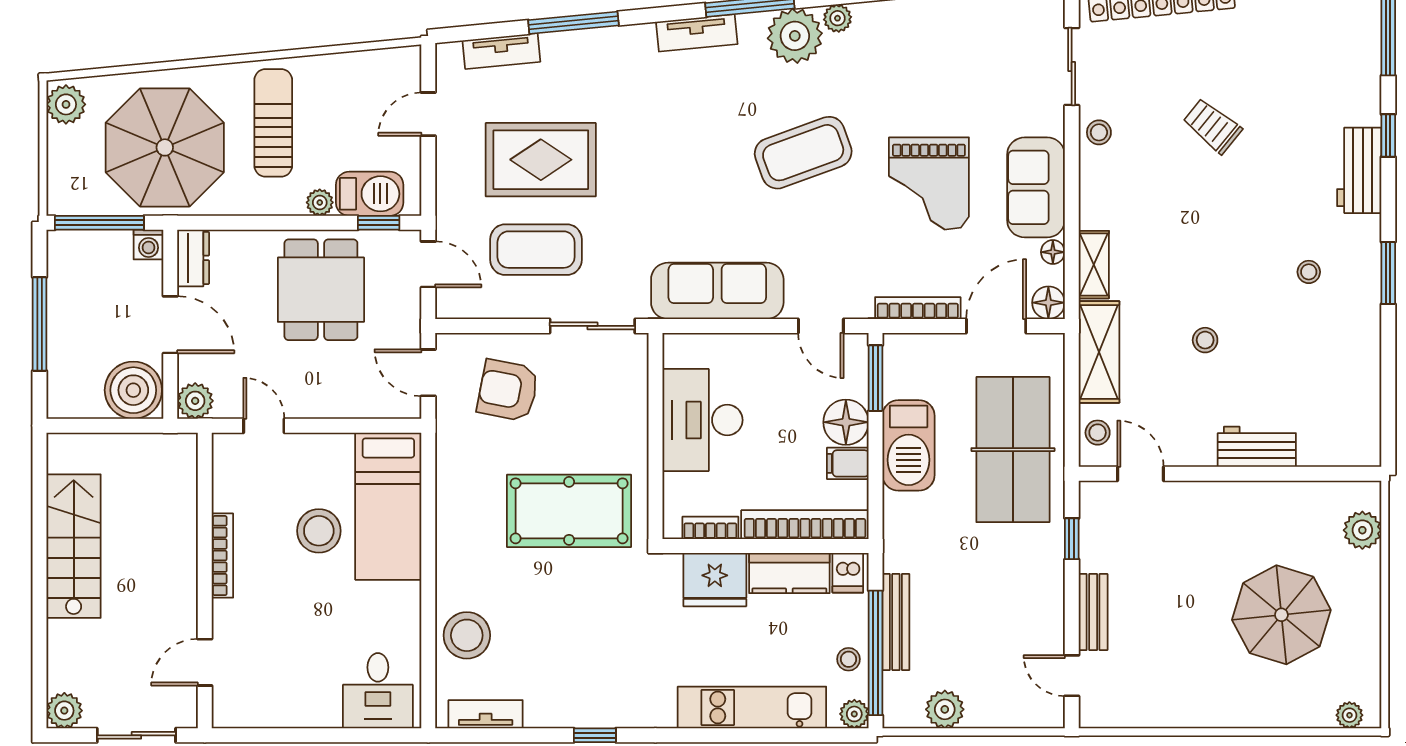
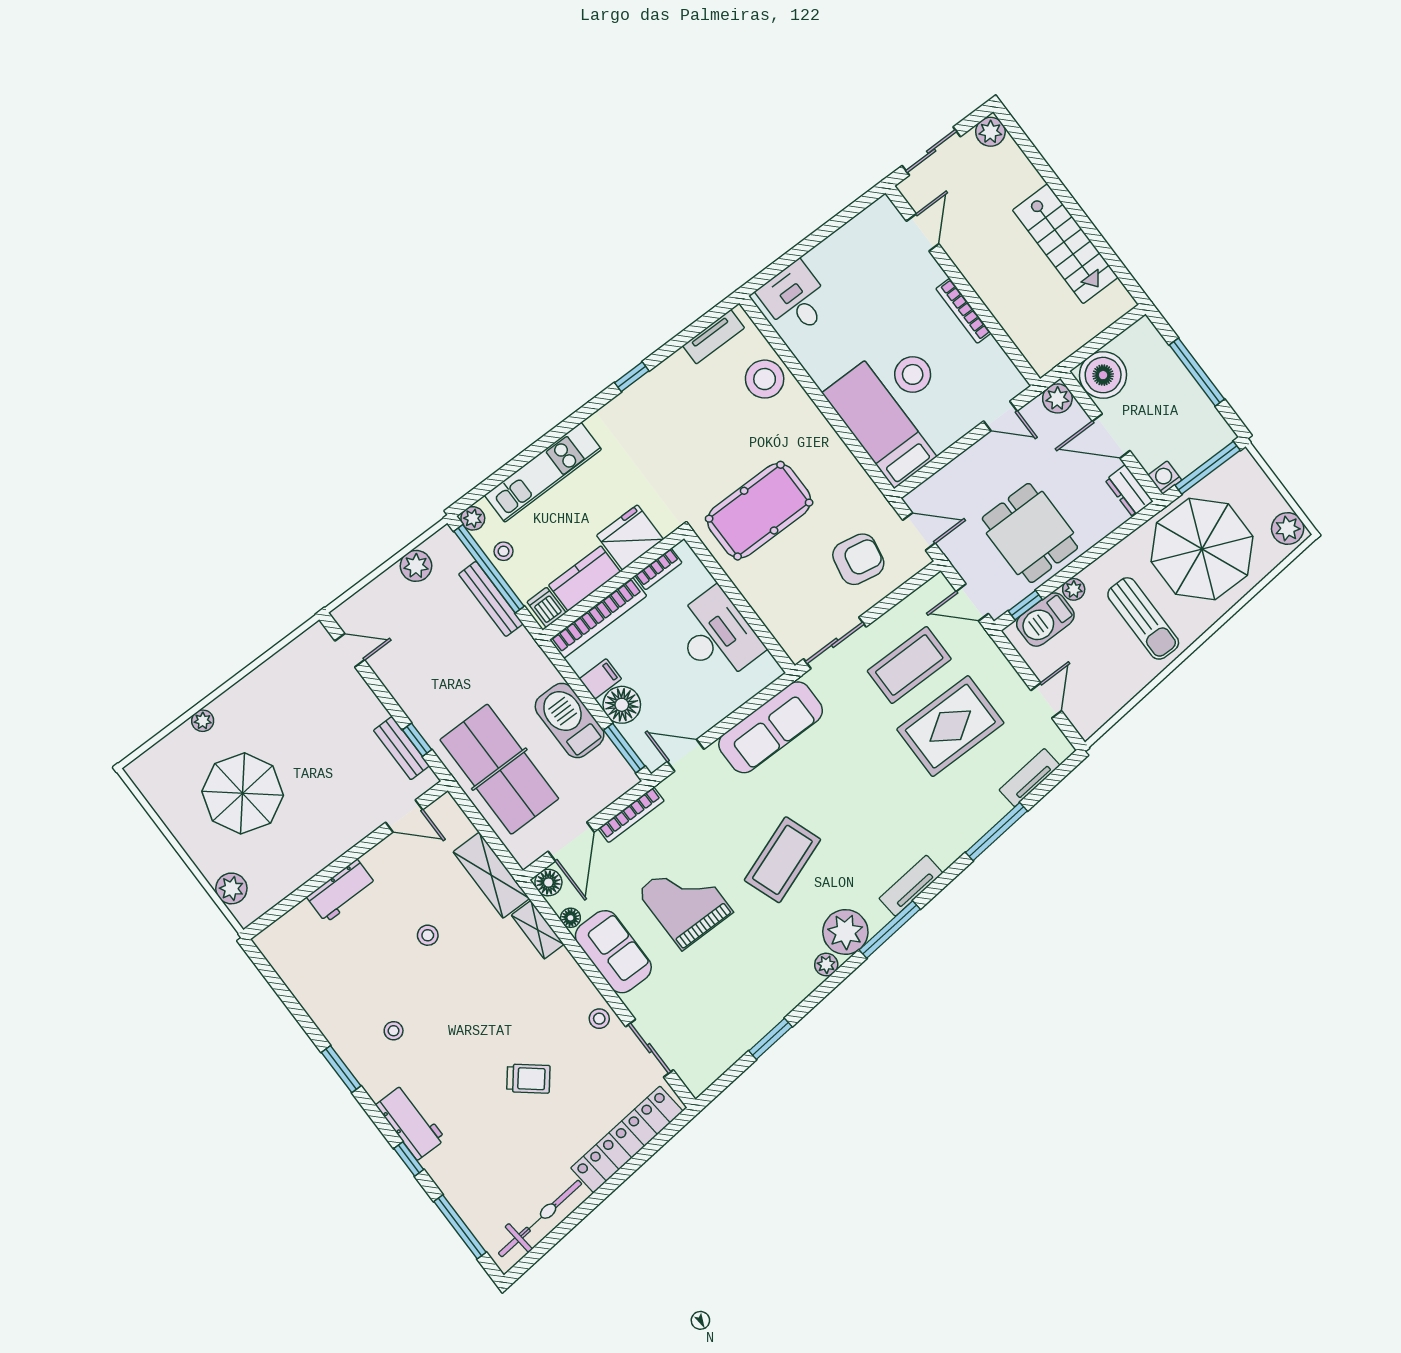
stool: (1098, 433) -> (452, 822), removed
bench: (1093, 612) -> (401, 748), moved
plant: (1349, 715) -> (203, 721), moved

